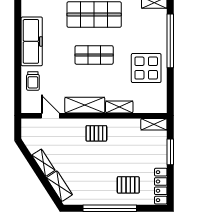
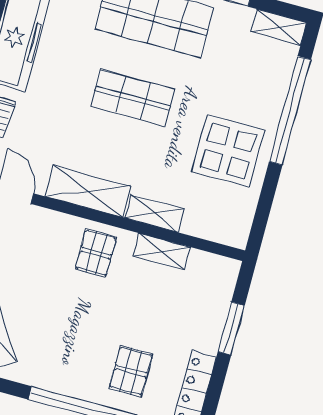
shelving: (154, 124) -> (162, 252), moved
pallet: (96, 133) -> (96, 253), turned 90
pallet: (128, 185) -> (131, 371), turned 90

